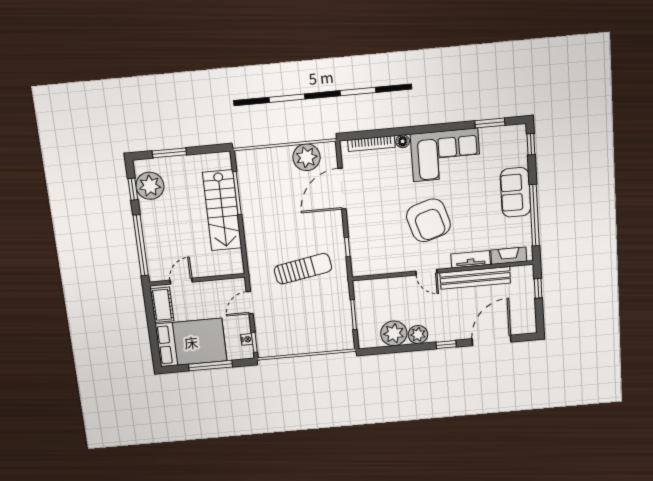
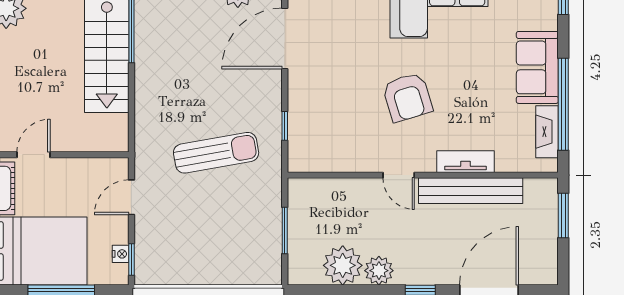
armchair: (428, 220) -> (407, 97), width x0.73, depth x0.73
fireplace: (509, 256) -> (547, 132), moved, turned -90
window: (538, 288) -> (563, 216), width x1.50

